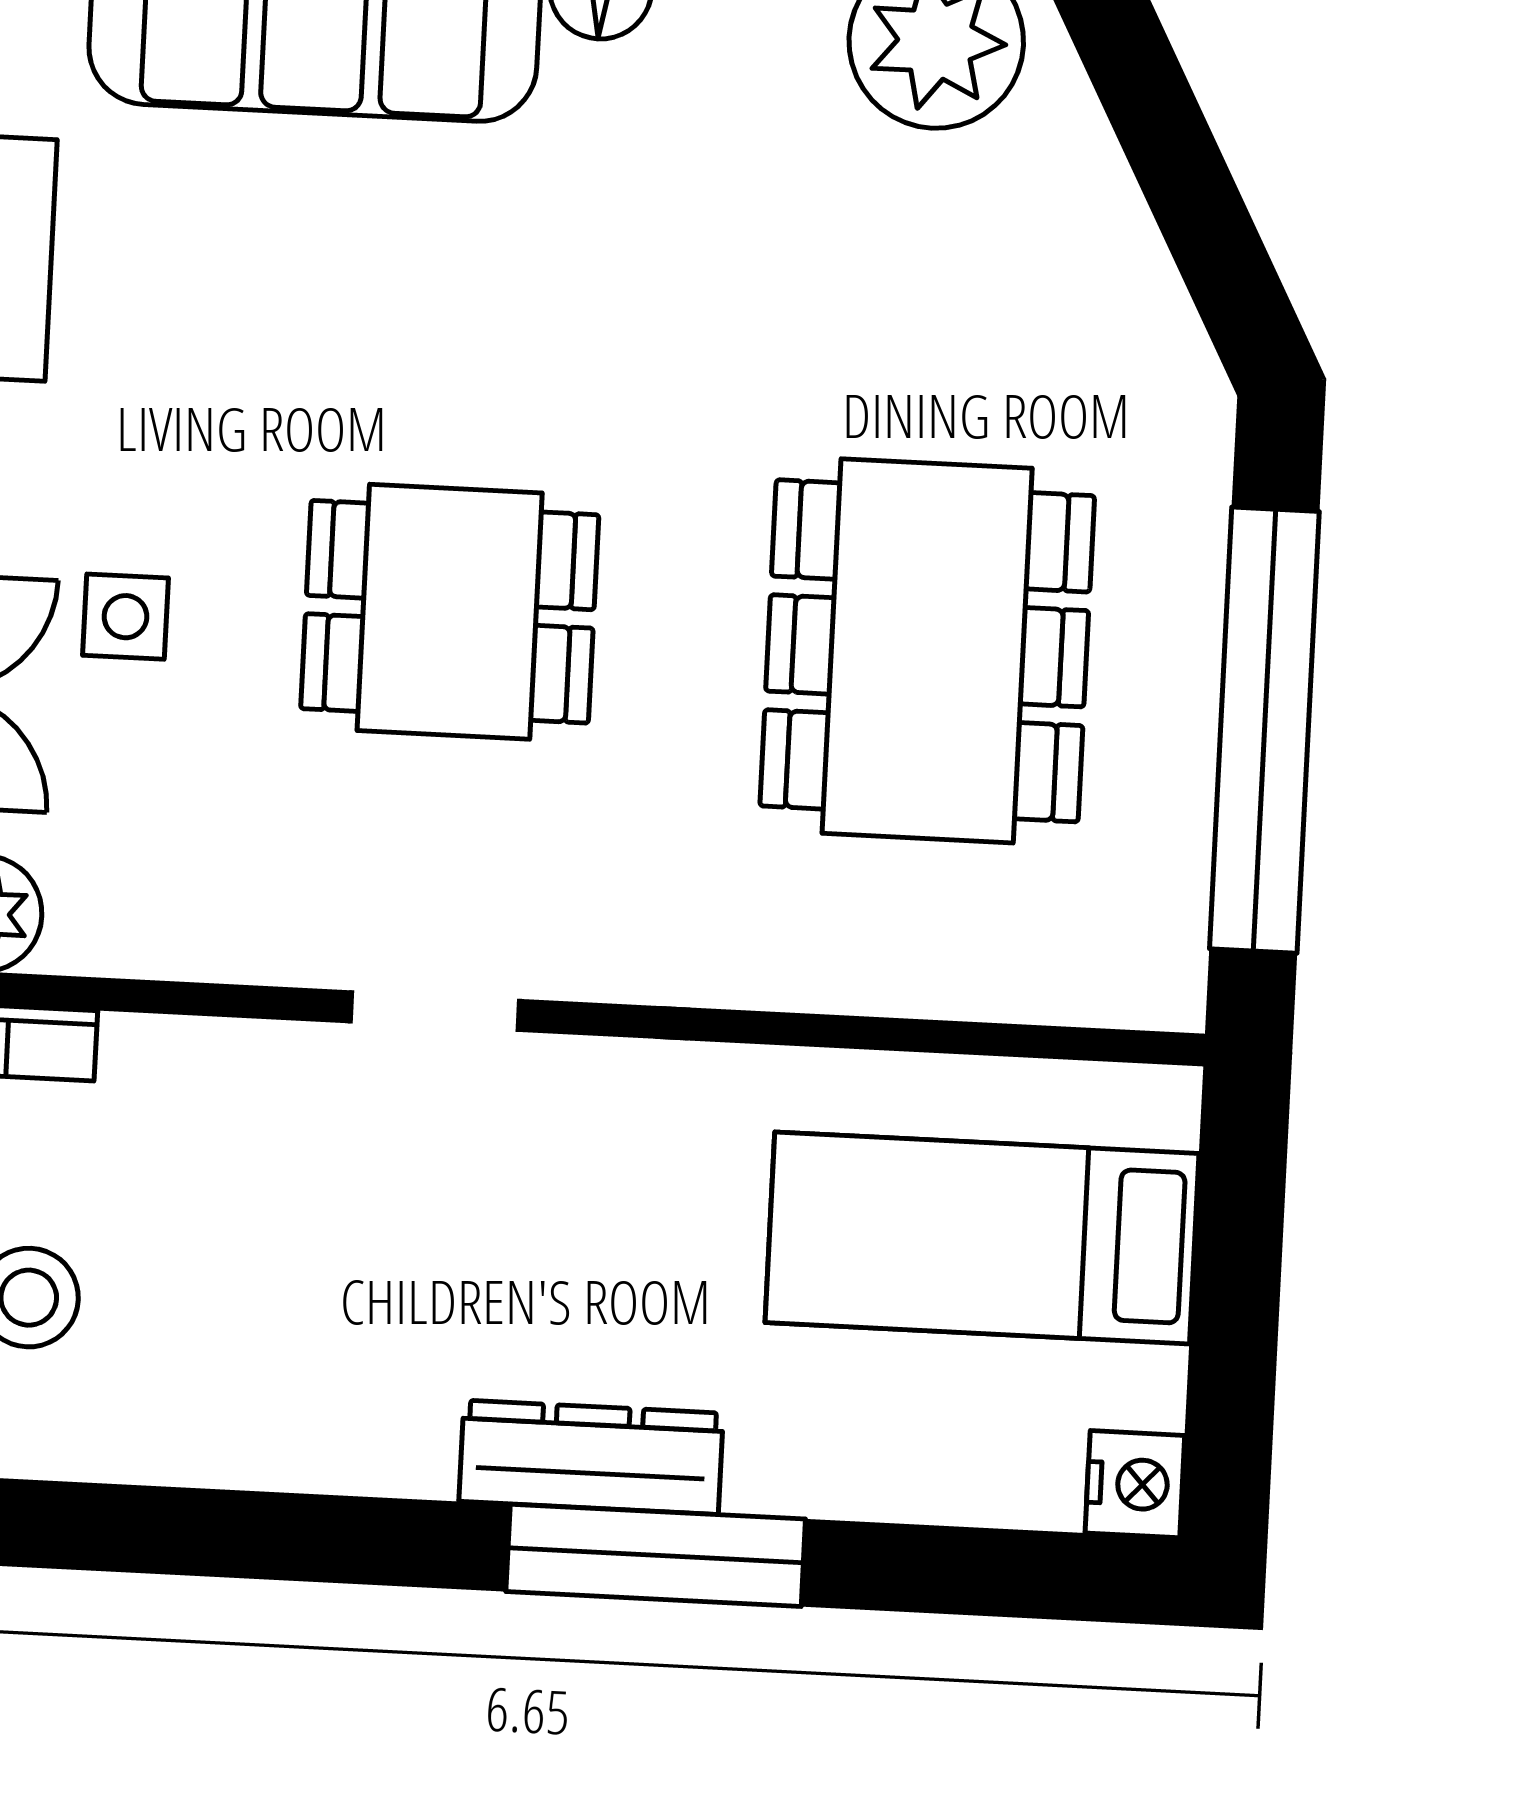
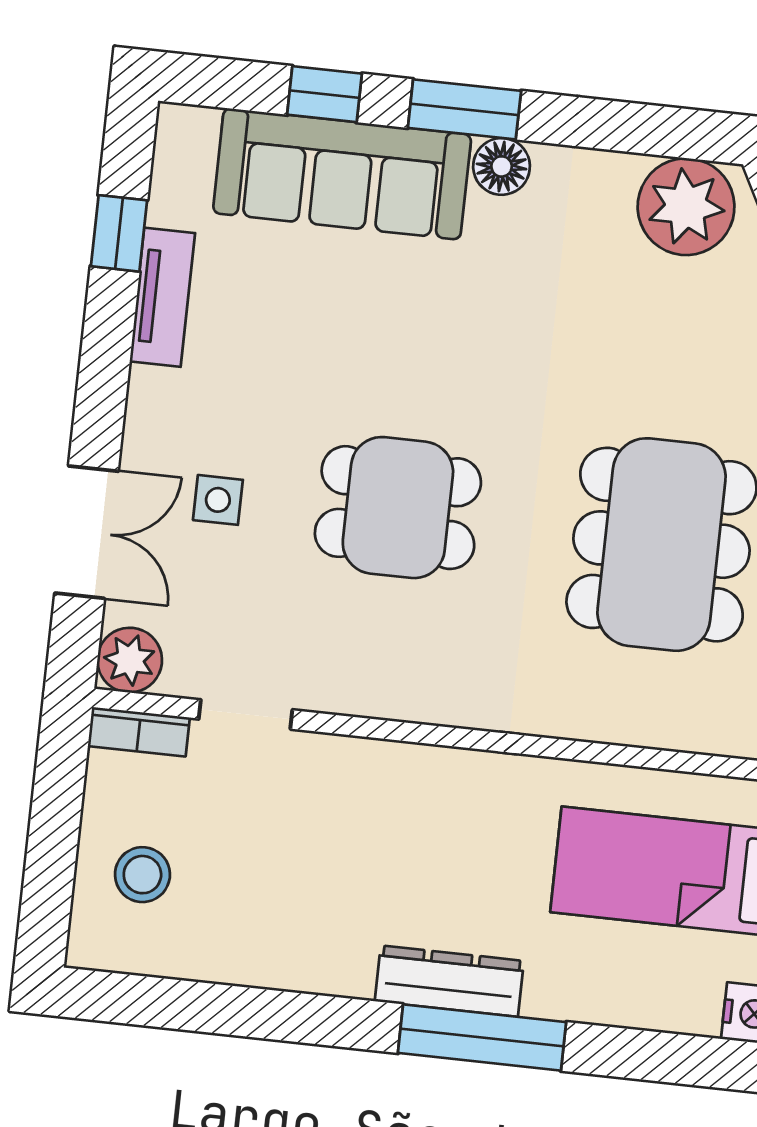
doorway: (435, 1011) -> (246, 714), moved

